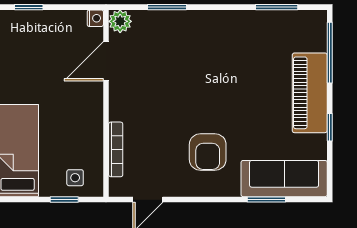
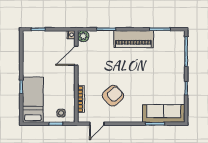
piano: (310, 93) -> (134, 39), moved, turned -90
armchair: (208, 152) -> (113, 96), moved, turned -133

